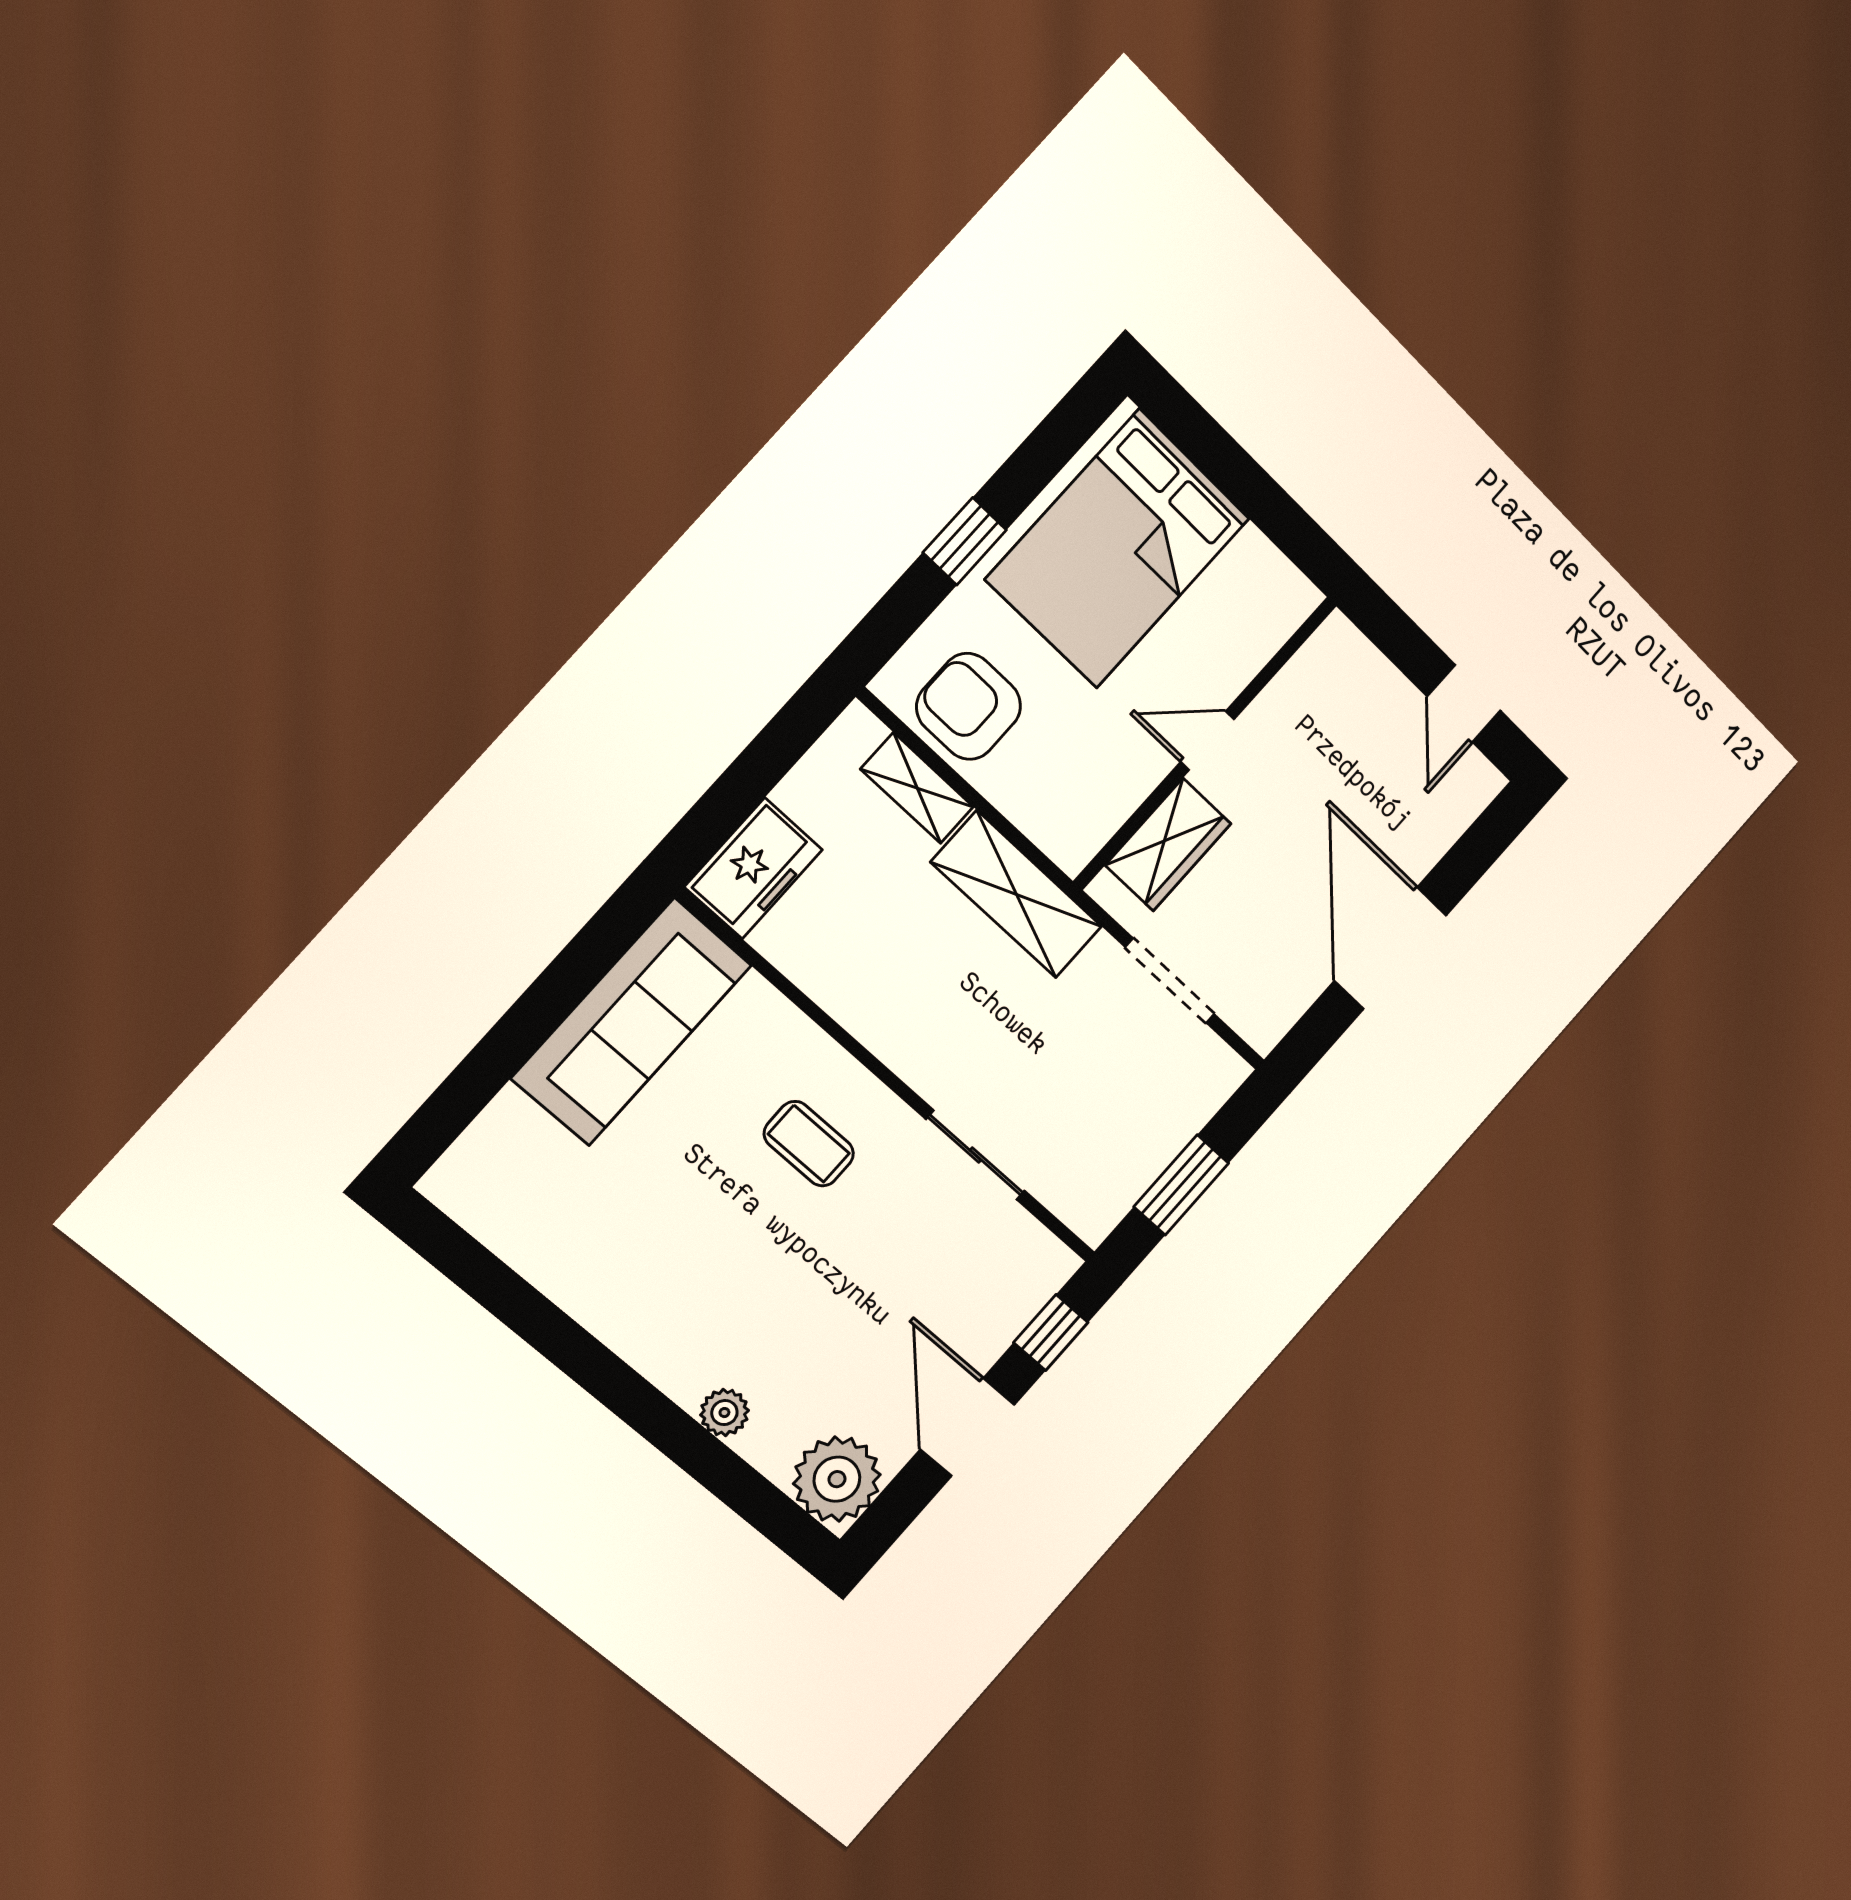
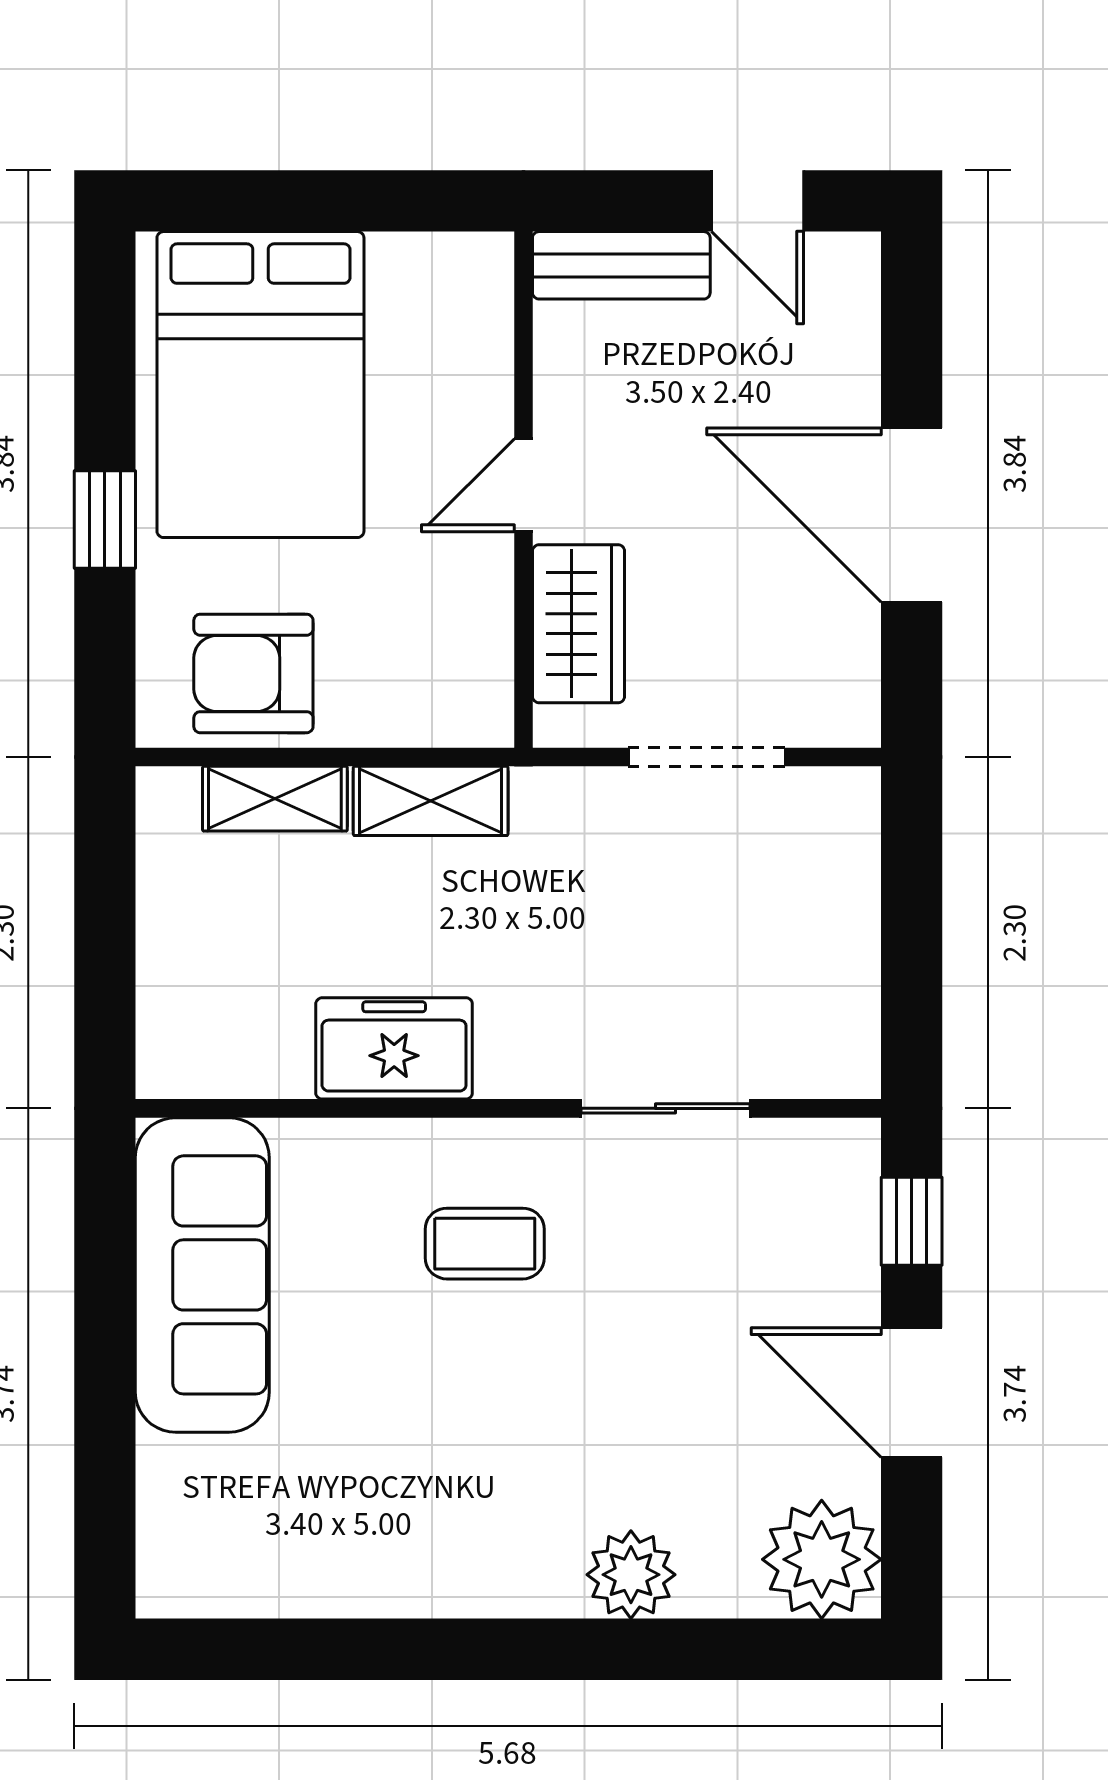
bench: (1365, 670) -> (621, 265), added
freezer: (753, 868) -> (394, 1048), moved, turned -90
shelving: (1017, 894) -> (431, 801), width x0.67, depth x0.75
window: (1181, 1185) -> (912, 952), removed
plant: (724, 1413) -> (631, 1575), width x1.38, depth x1.38

